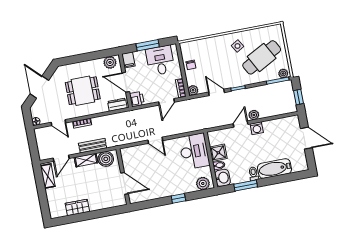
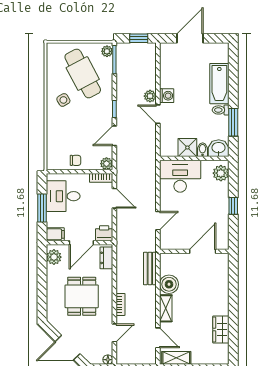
bench: (93, 146) -> (150, 268), moved
wall: (123, 177) -> (194, 251), moved
door: (124, 183) -> (203, 251), moved

